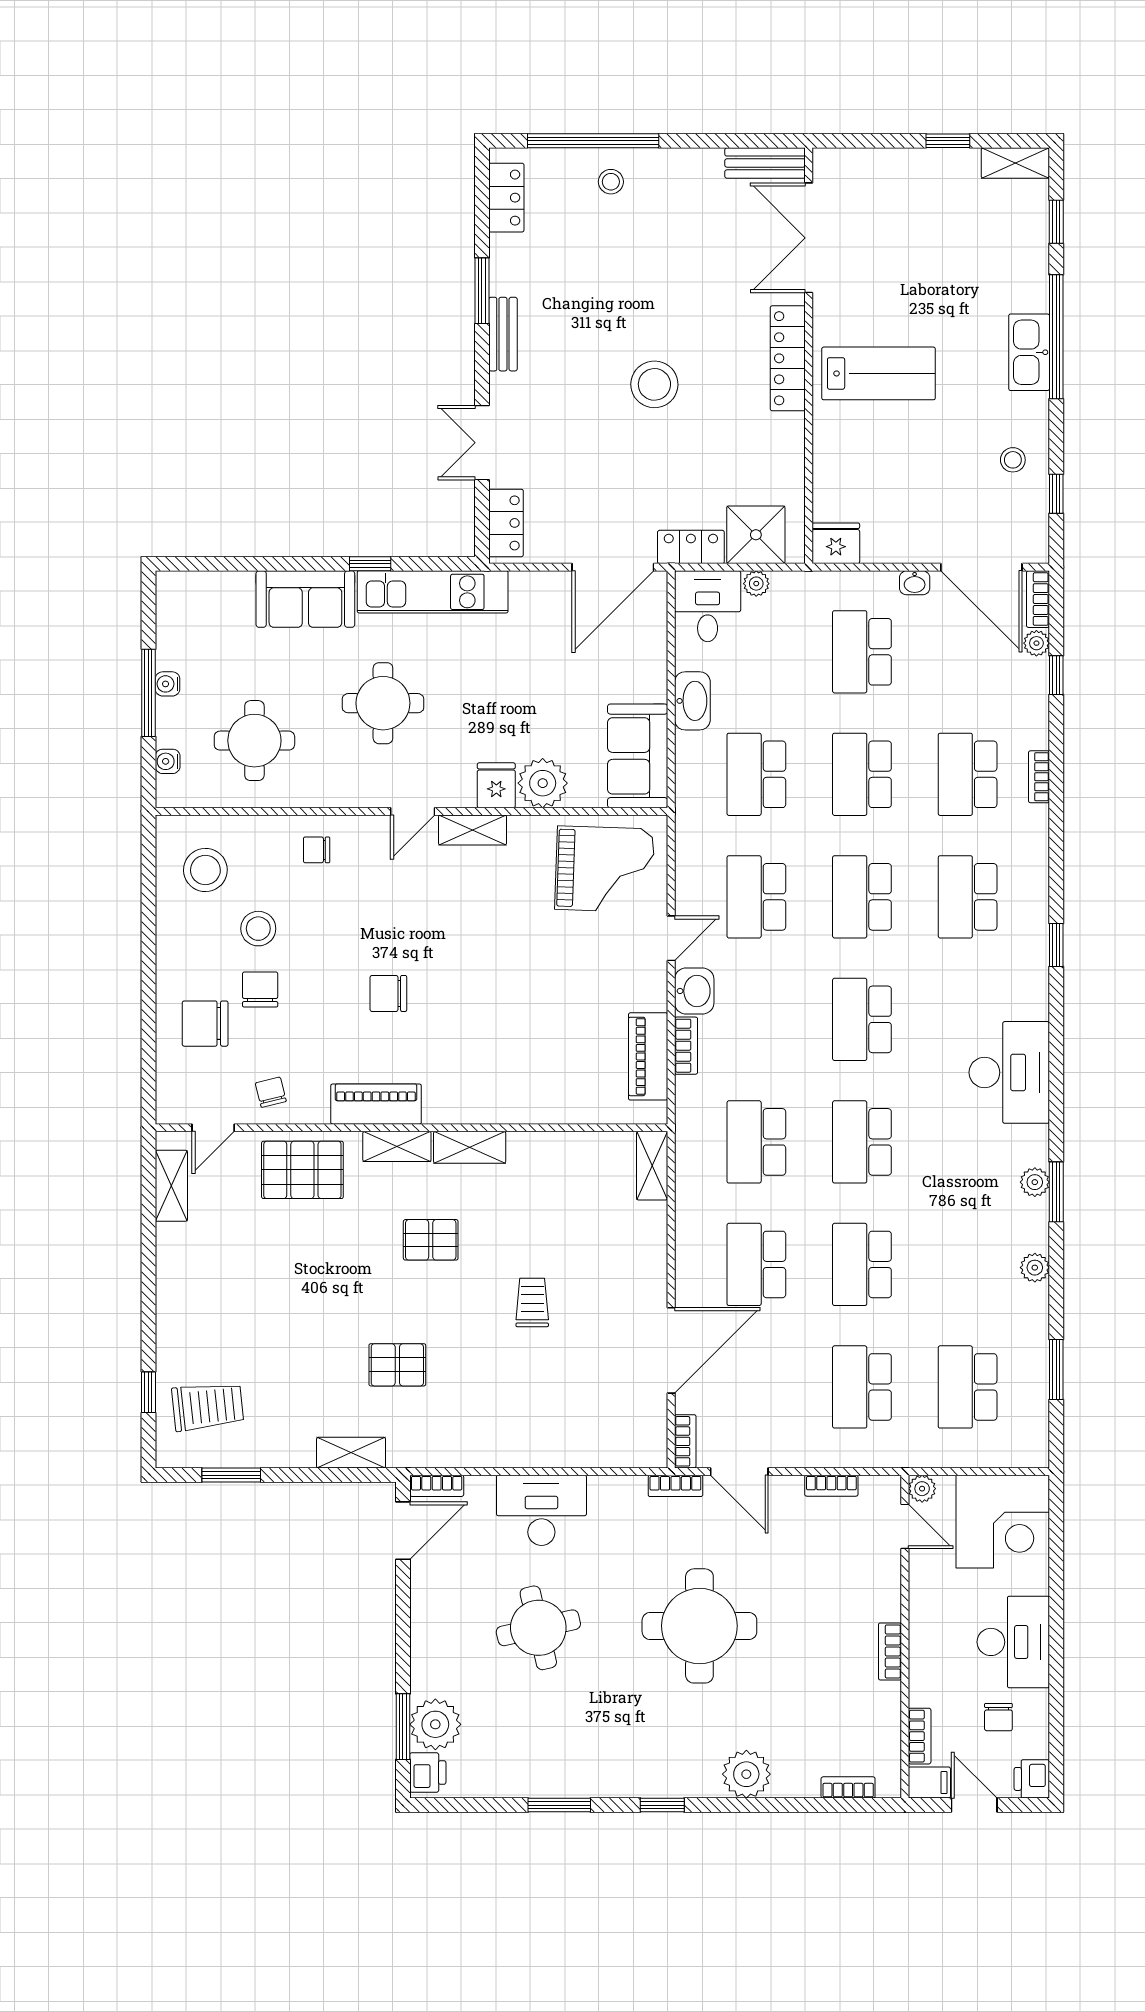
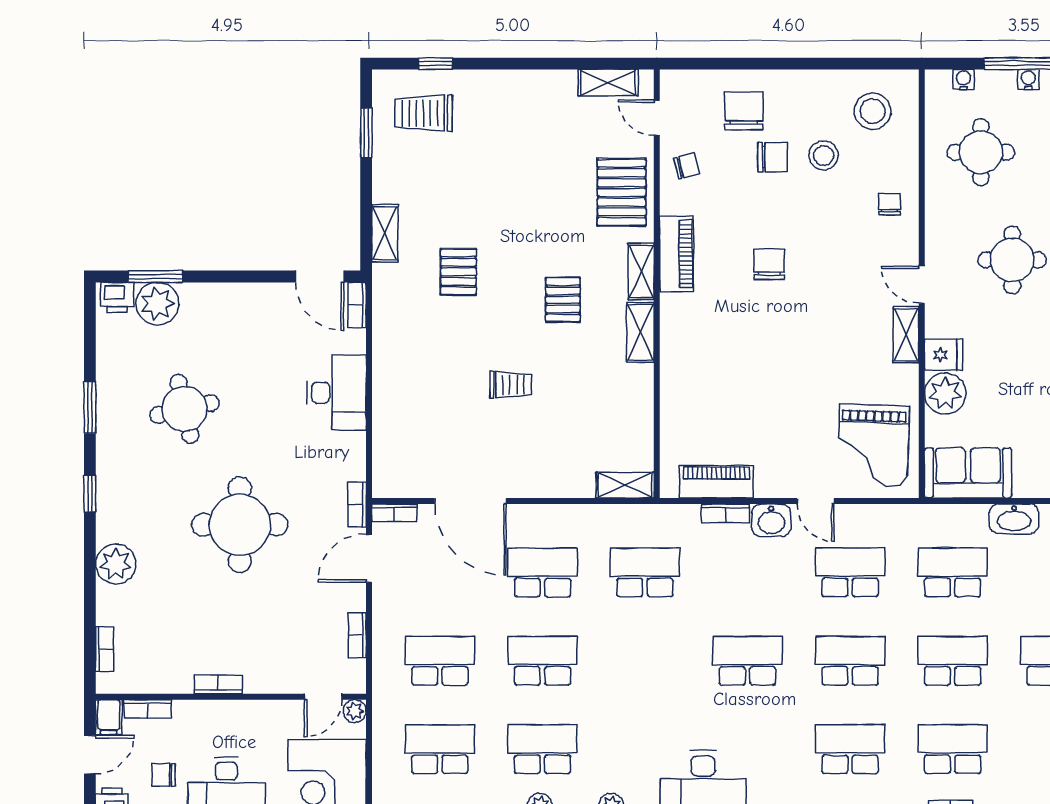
school desk: (862, 1142) -> (542, 749), moved
trolley: (208, 1406) -> (424, 113), turned 96
round table: (538, 1628) -> (184, 409), moved

